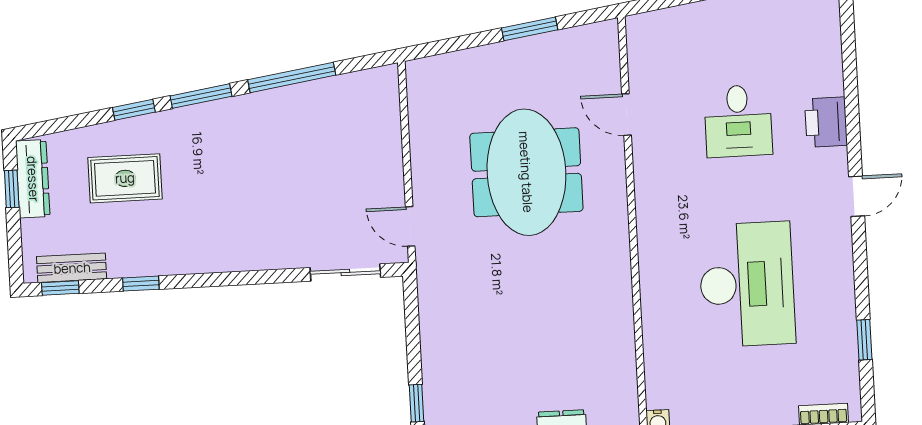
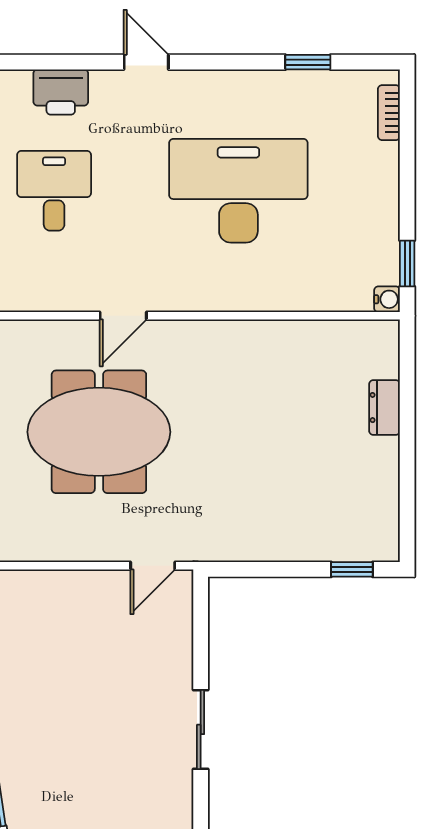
door: (627, 115) -> (123, 316), moved
desk: (738, 121) -> (54, 191), turned -90
sliding door: (345, 273) -> (201, 729), moved

